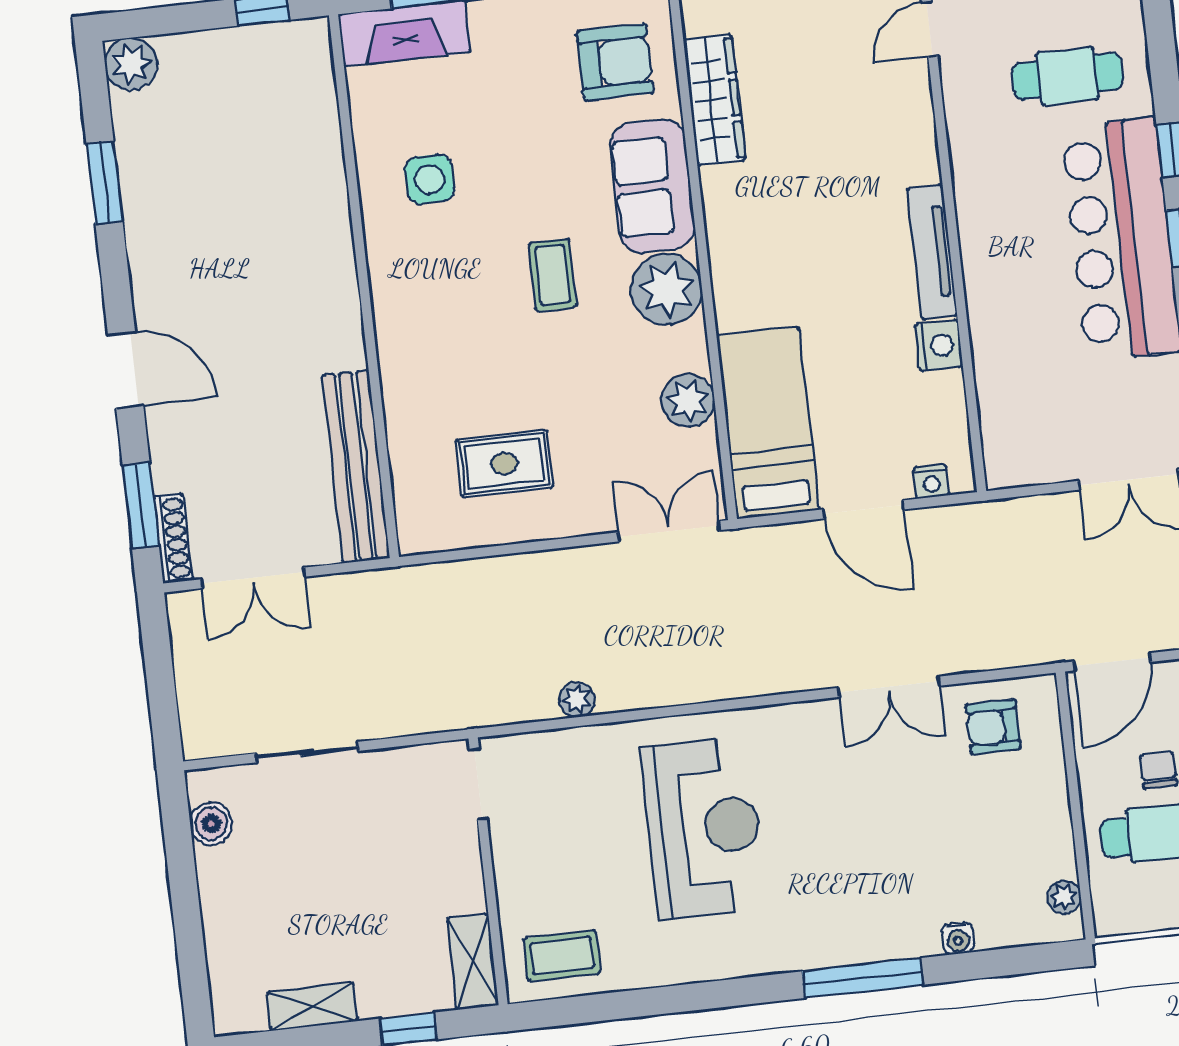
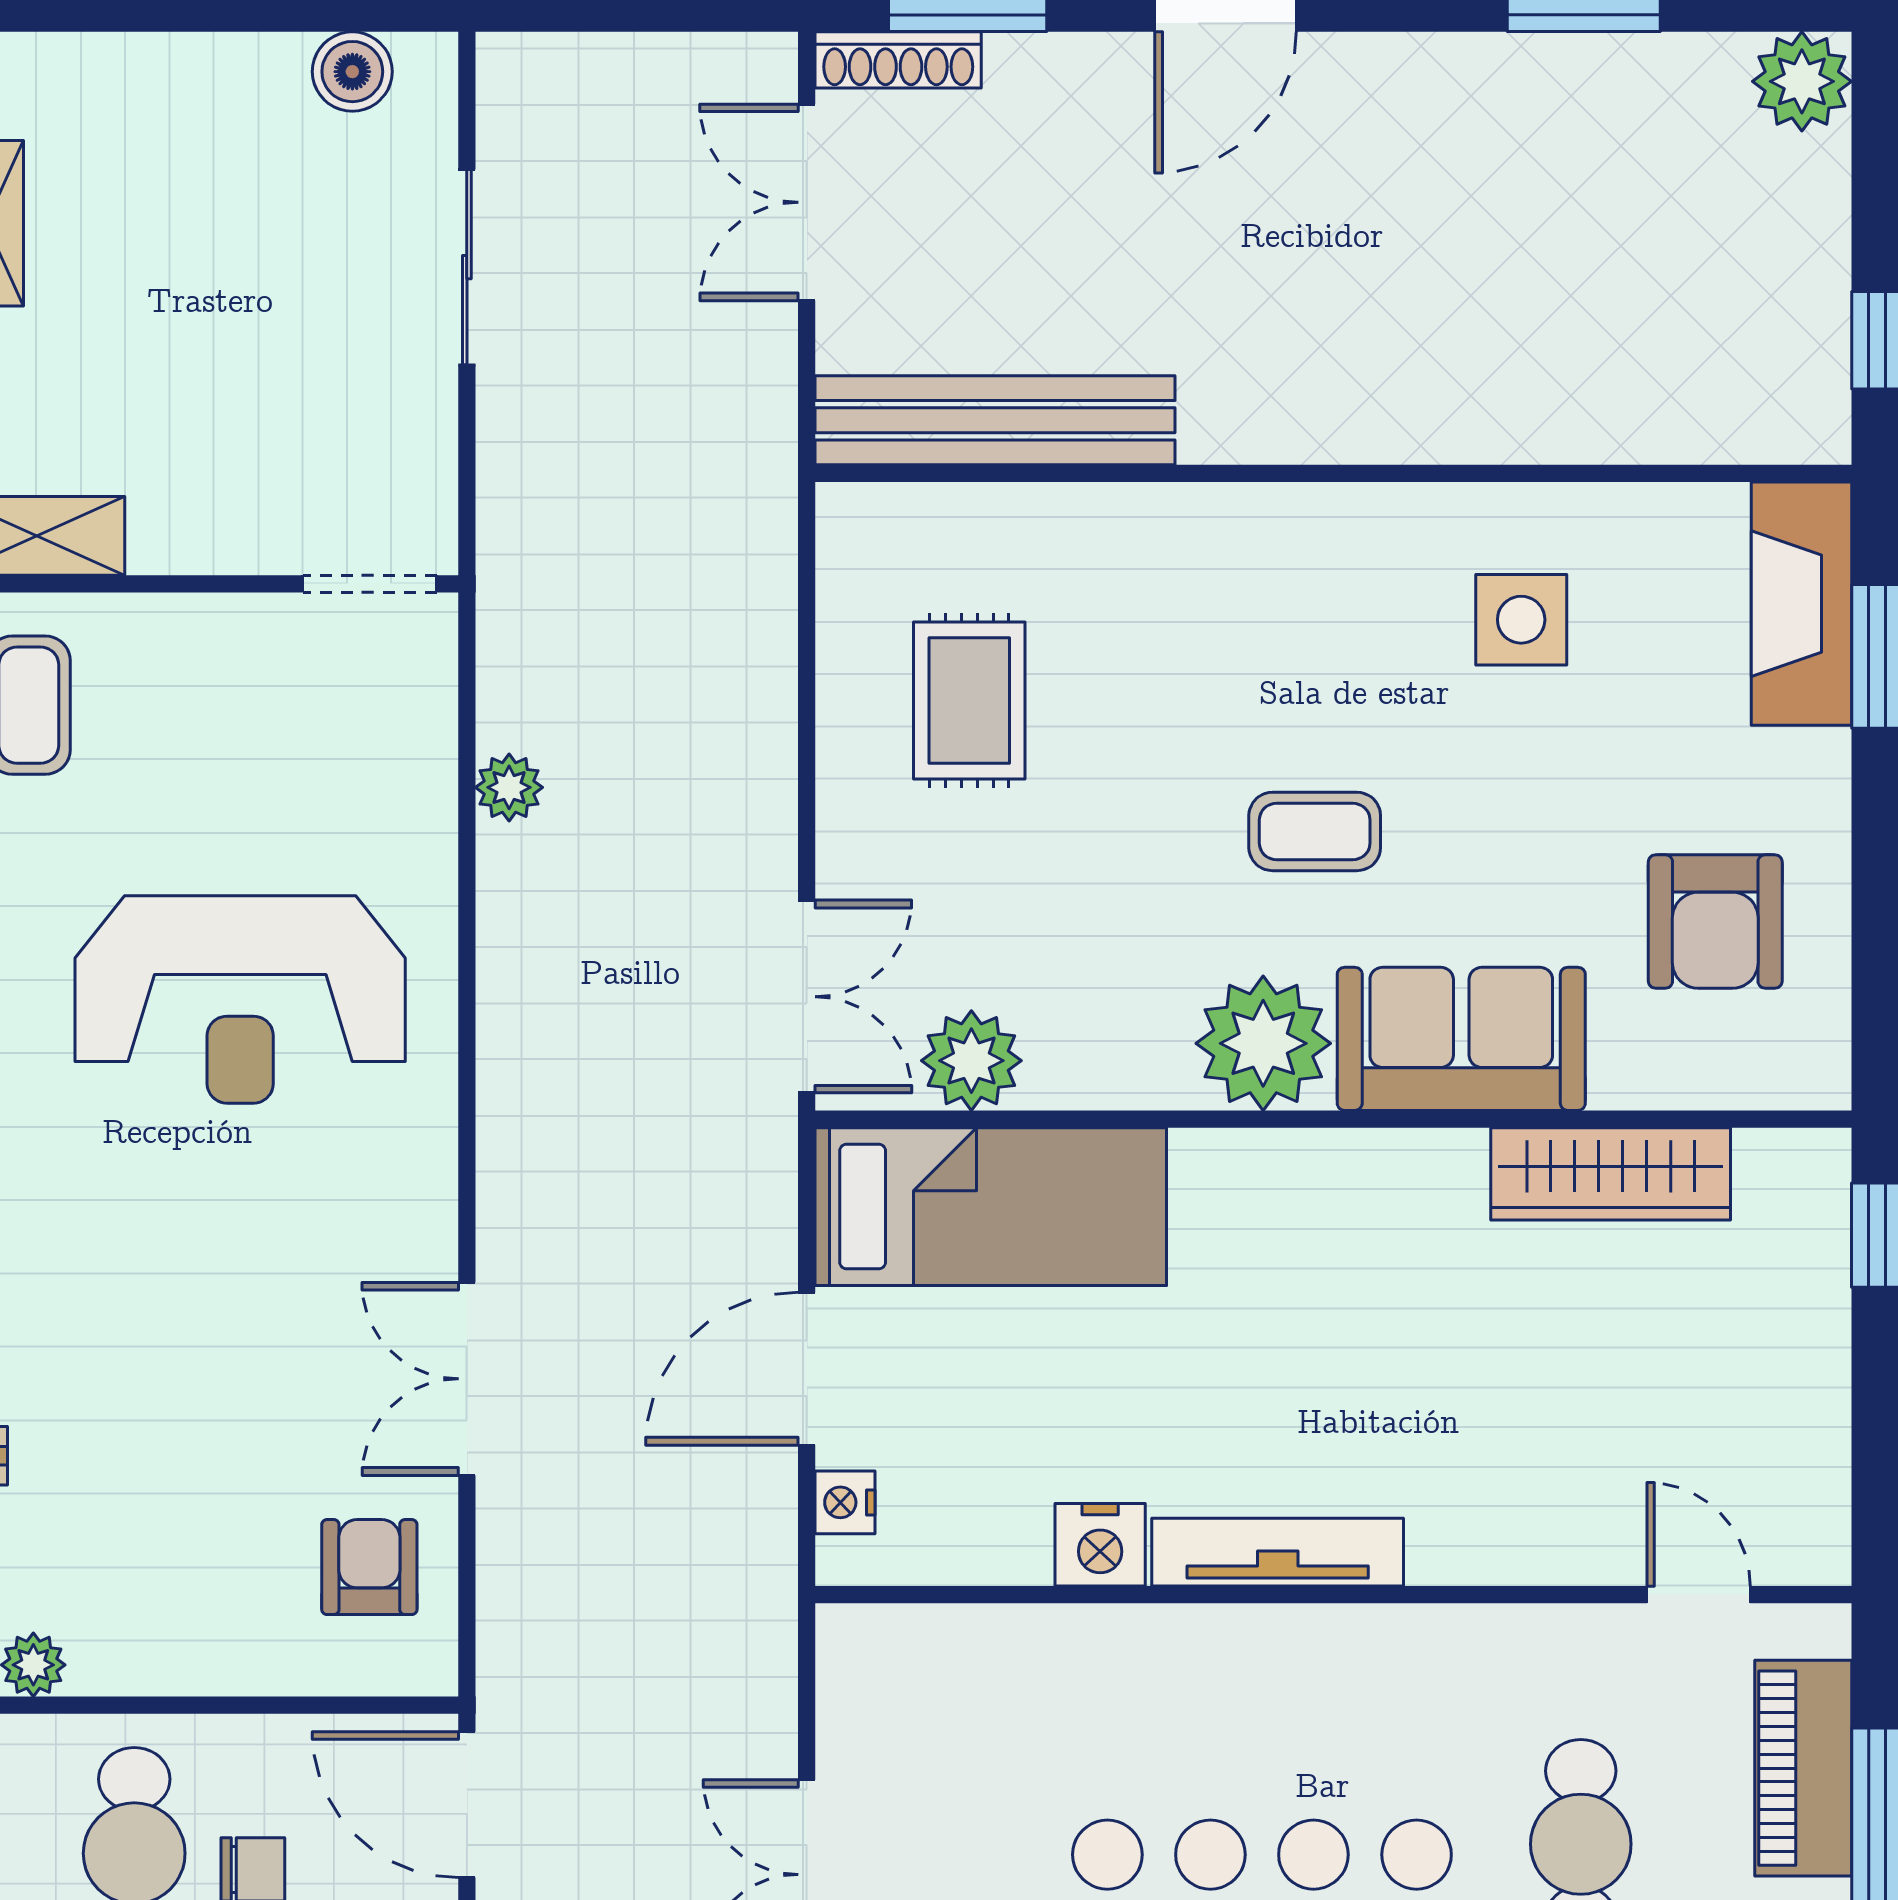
armchair: (615, 62) -> (1715, 922), moved
plant: (688, 401) -> (971, 1061), moved

